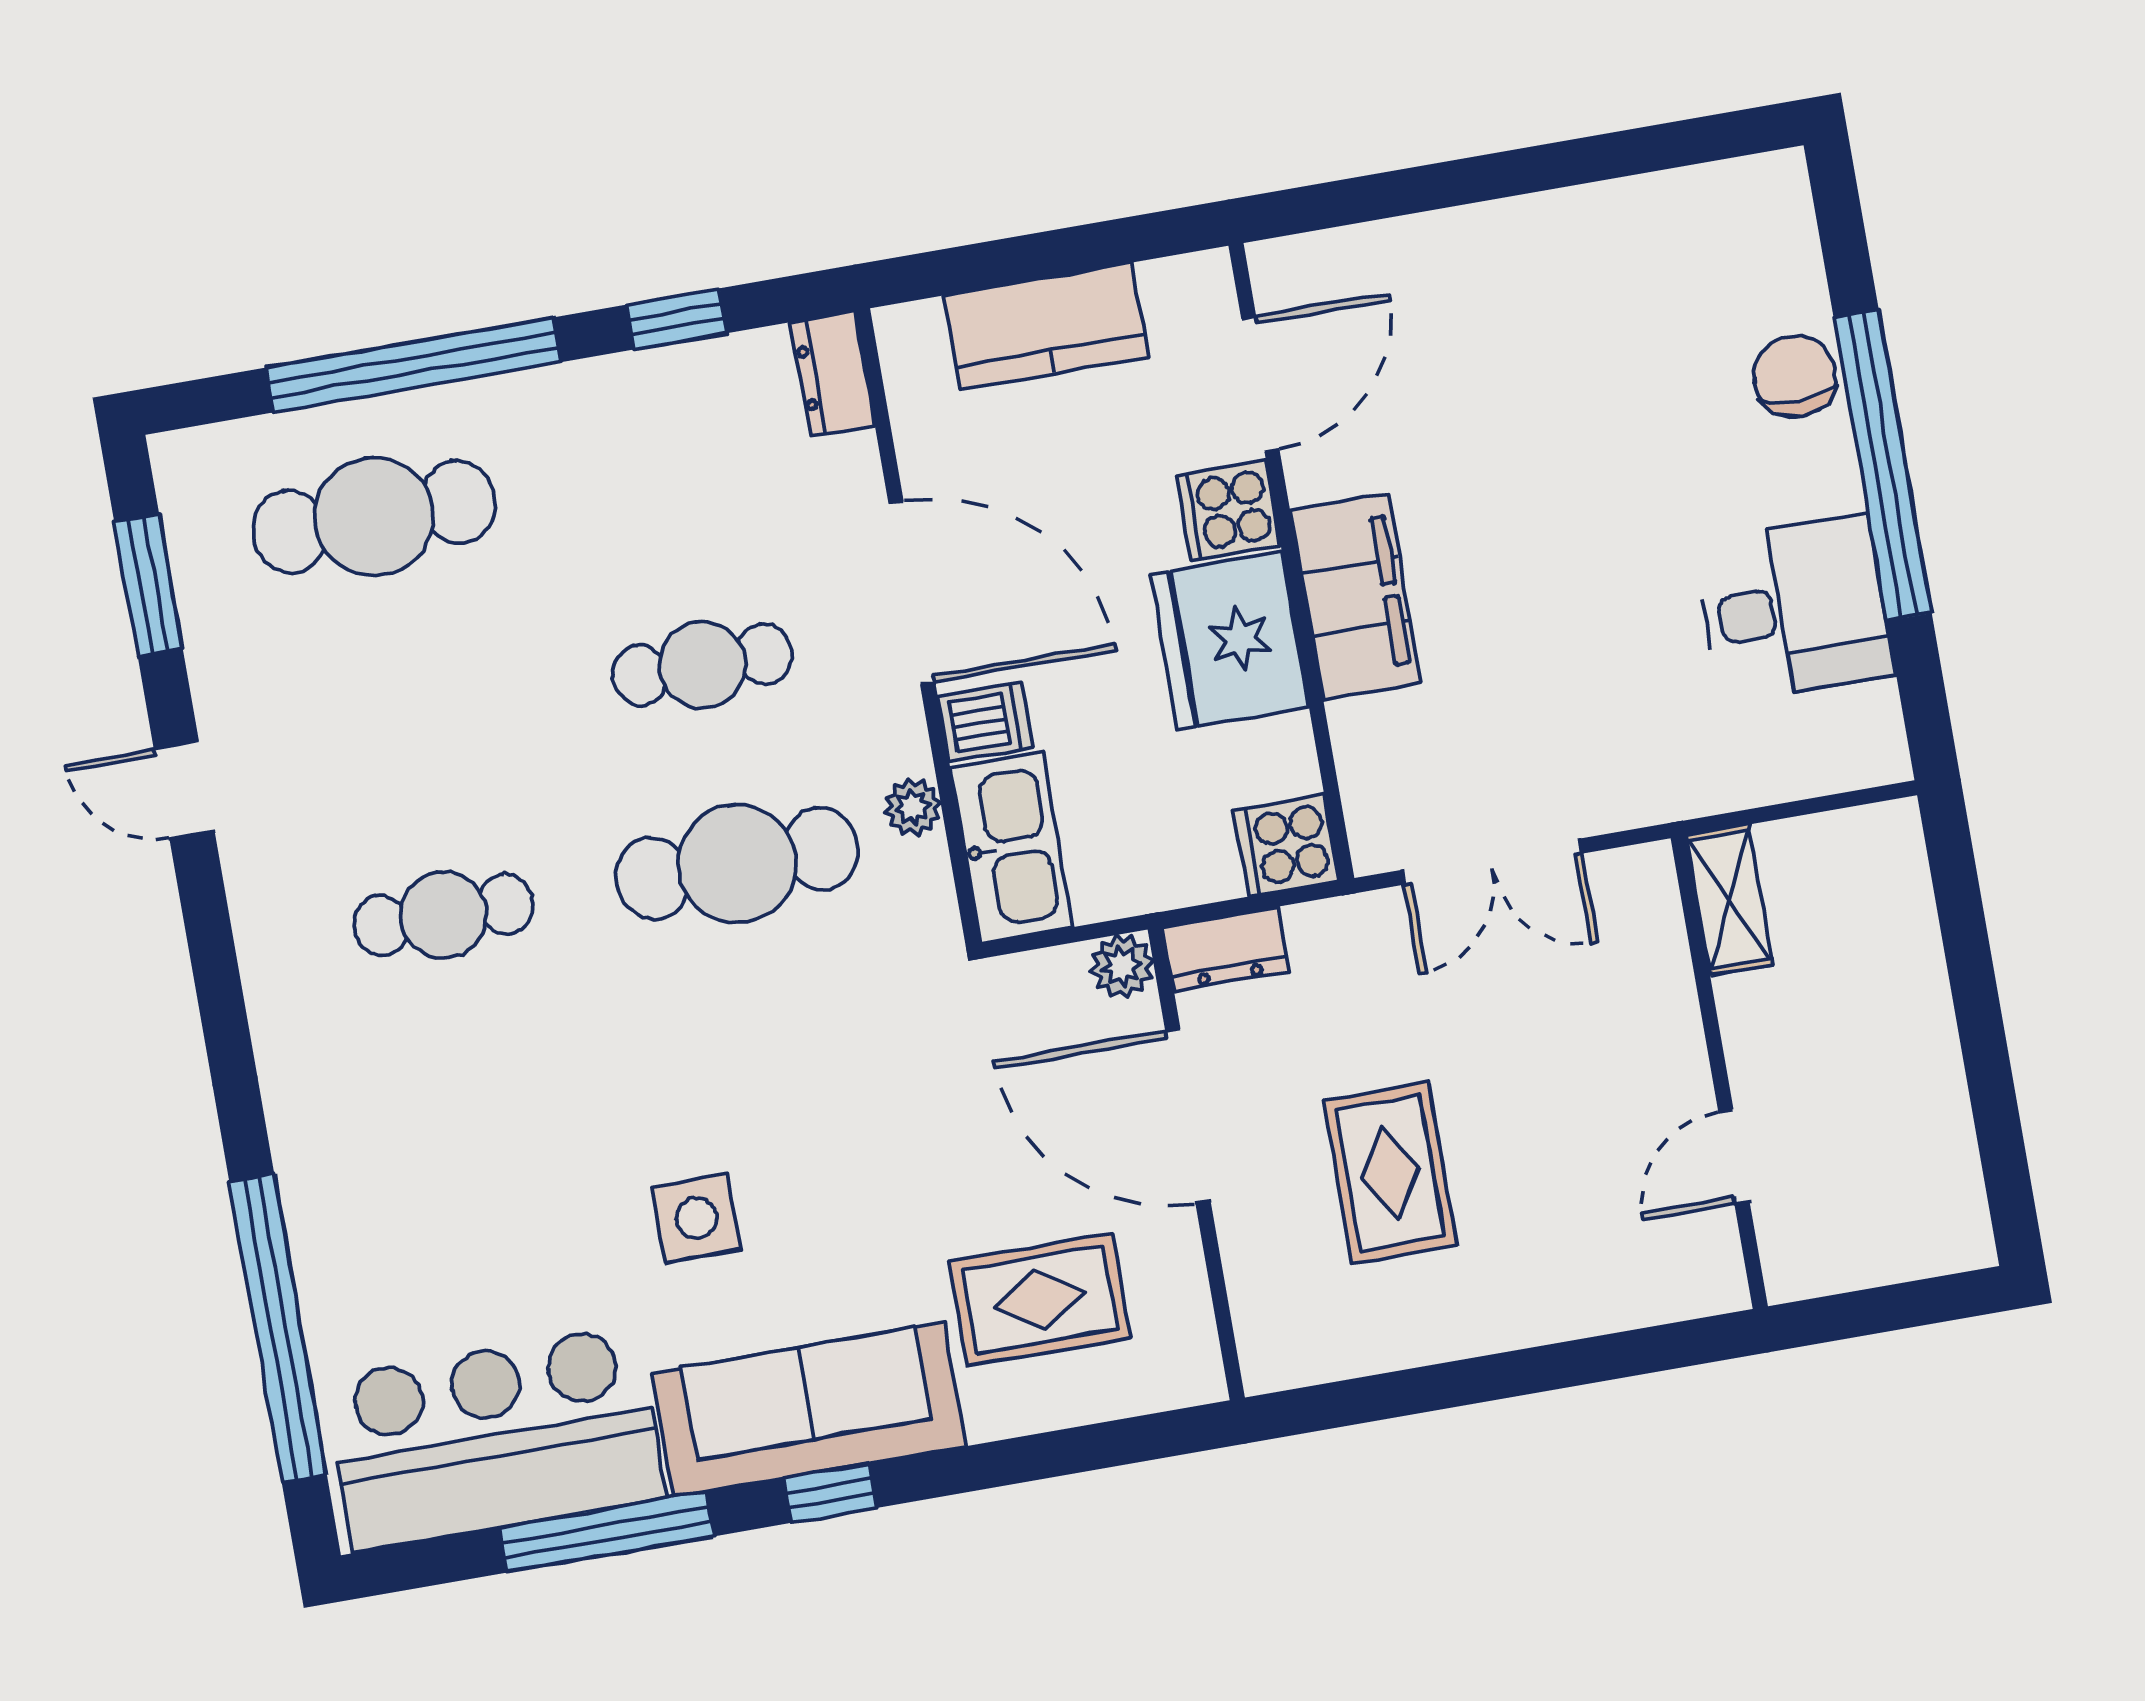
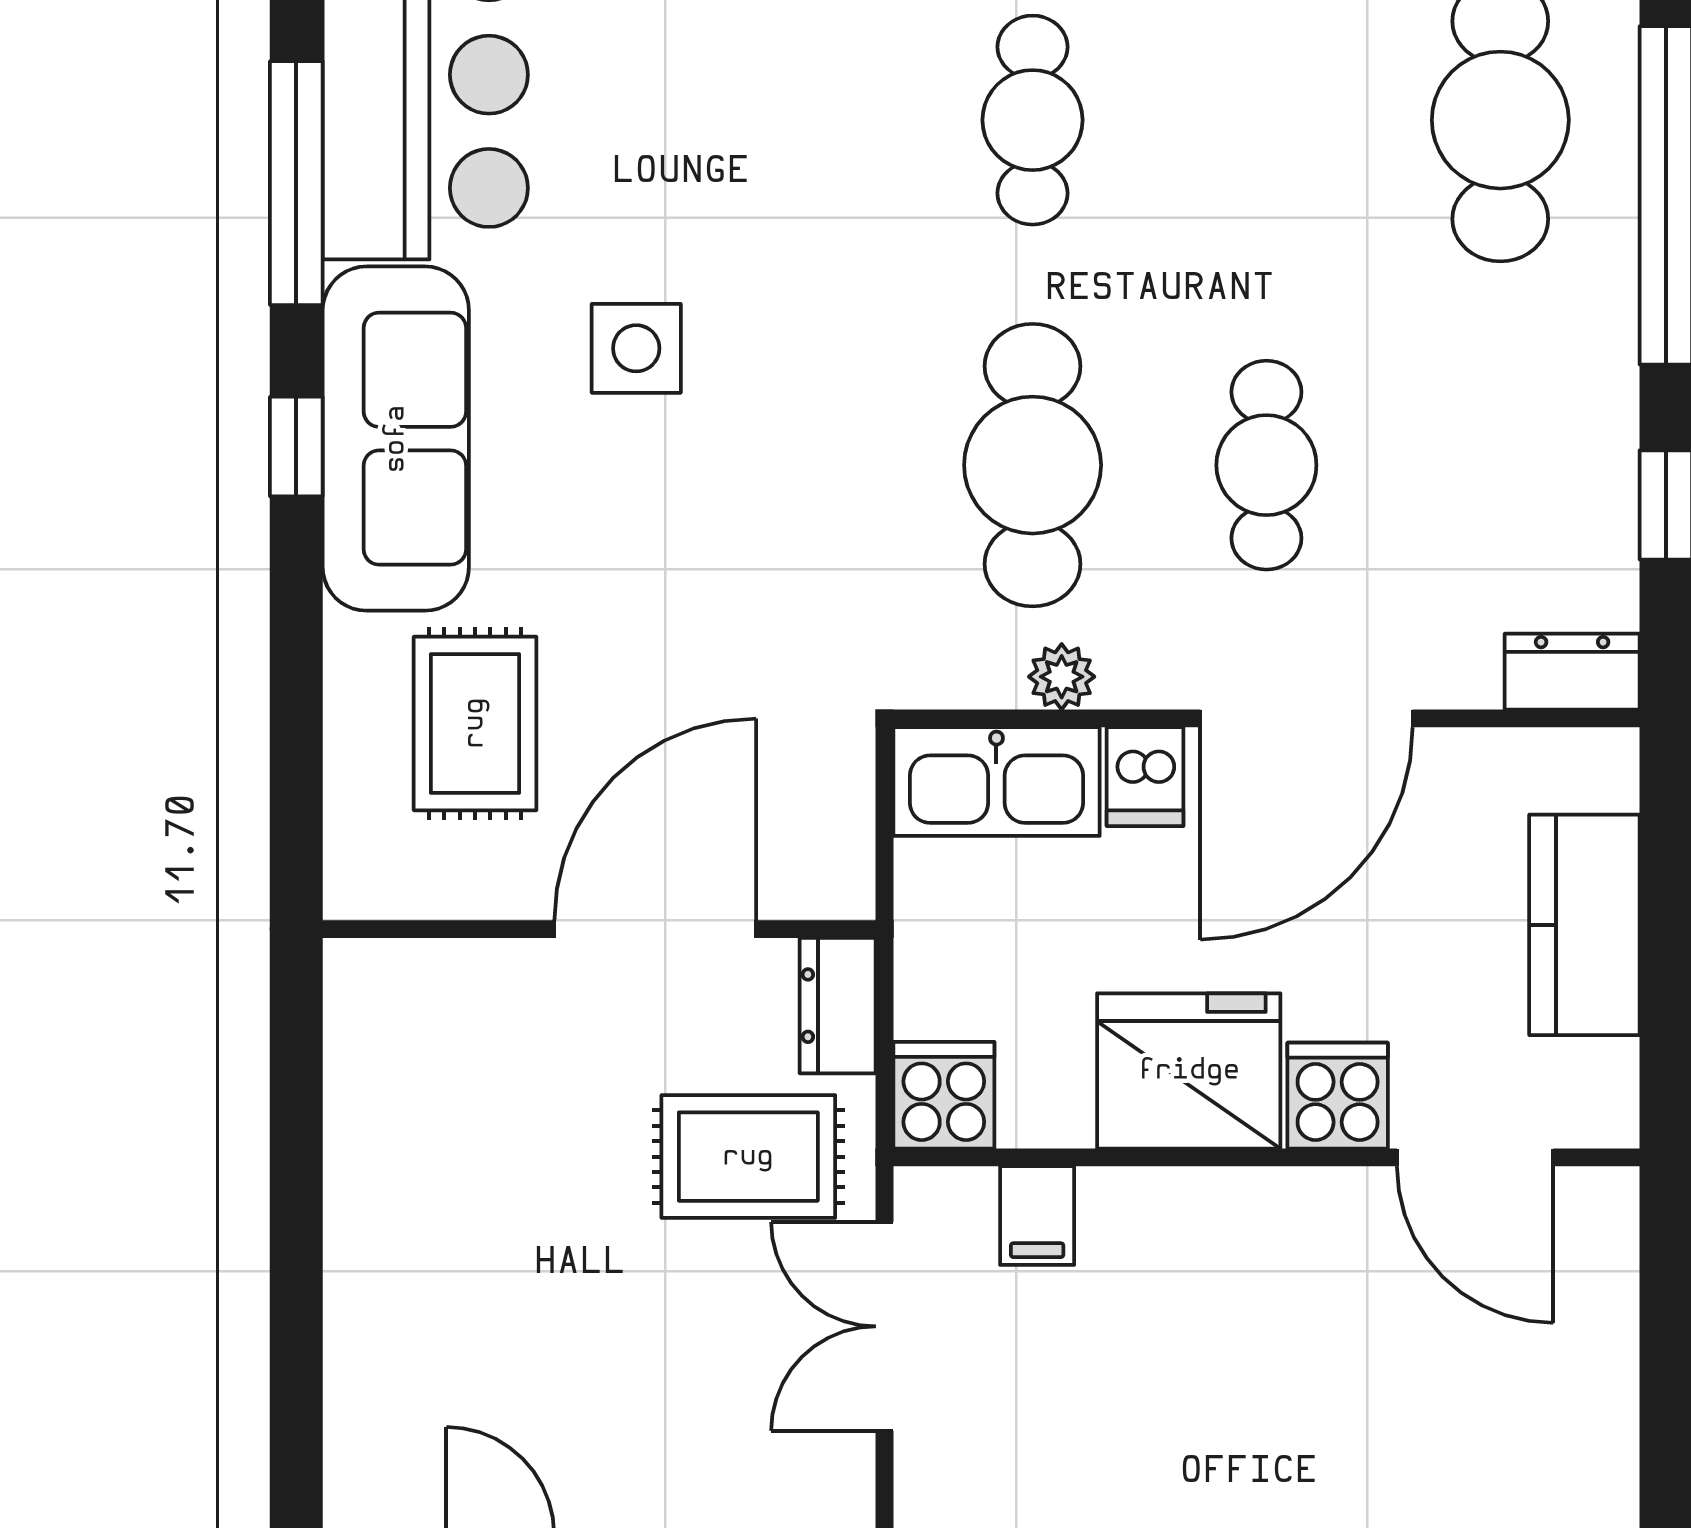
filing cabinet: (1356, 597) -> (1037, 1216), moved, width x0.33, depth x0.86
plant: (1122, 966) -> (839, 883), removed
rug: (1390, 1173) -> (748, 1157), moved

